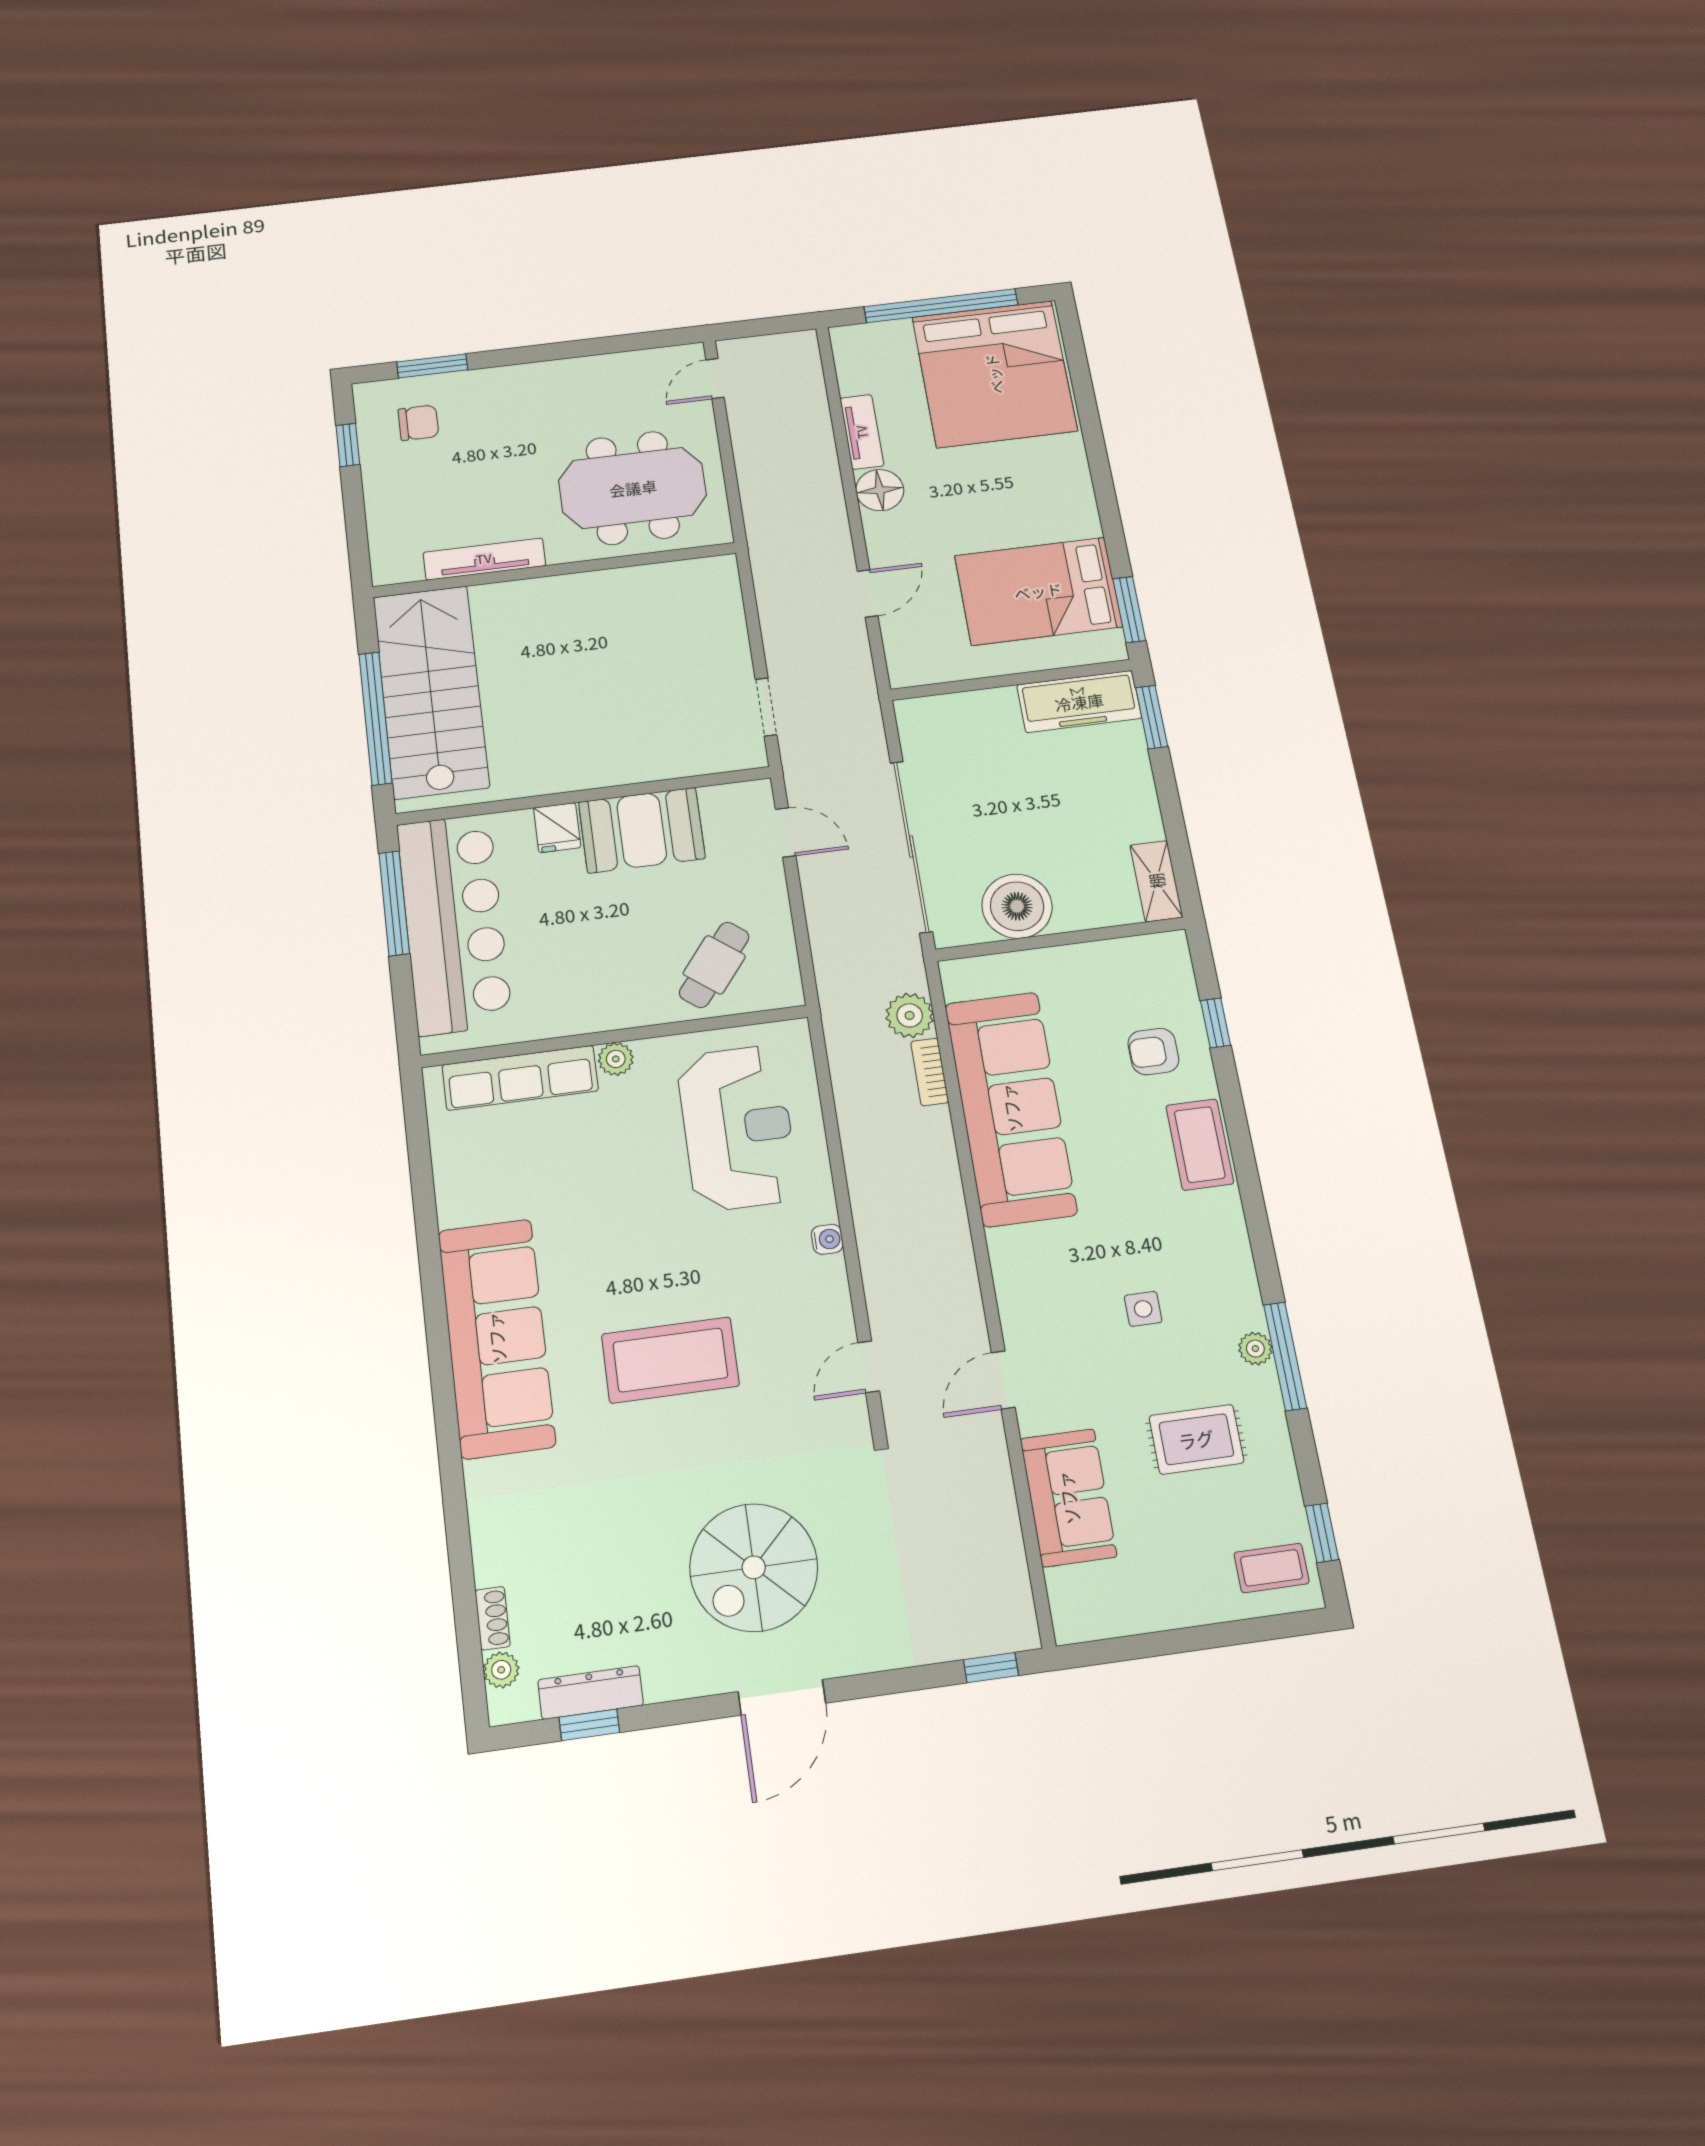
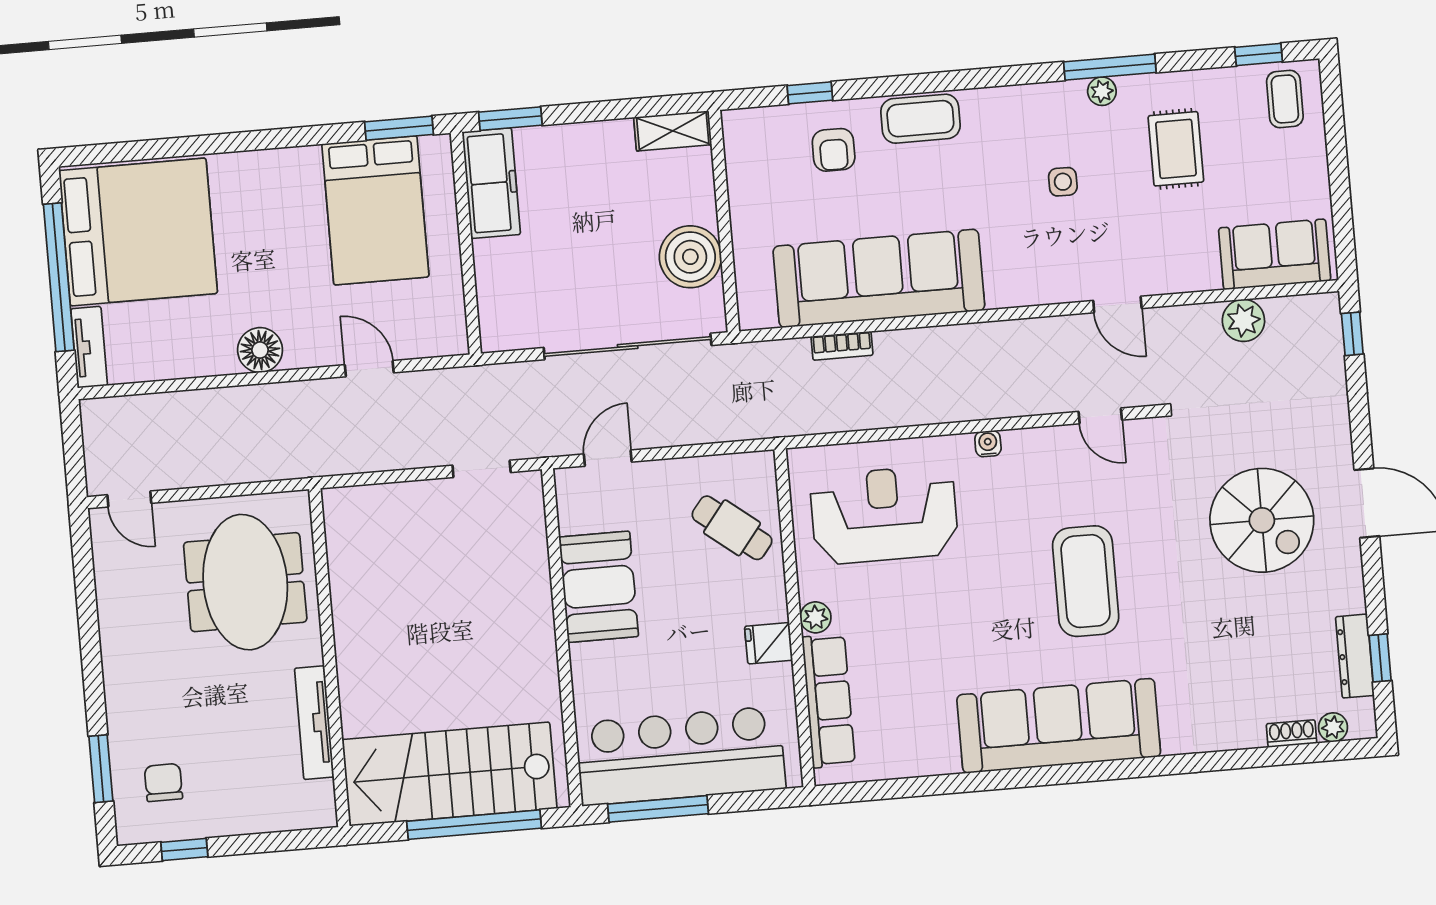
tv unit: (862, 432) -> (89, 347), moved, turned 90
fridge: (557, 828) -> (769, 643), moved, turned 180
plant: (910, 1015) -> (1243, 320), moved
sofa: (1068, 1498) -> (1275, 254), moved

